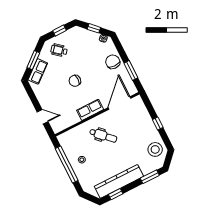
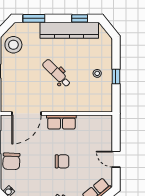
door: (43, 117) -> (116, 159), moved
dental chair: (103, 136) -> (57, 73), moved
window: (67, 164) -> (116, 76), width x0.32

